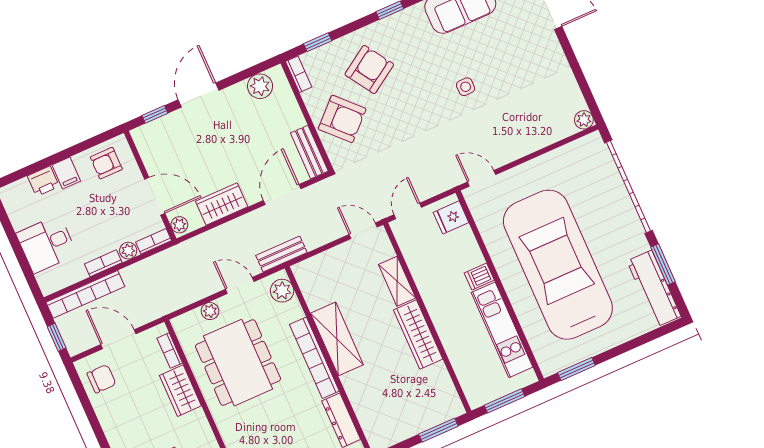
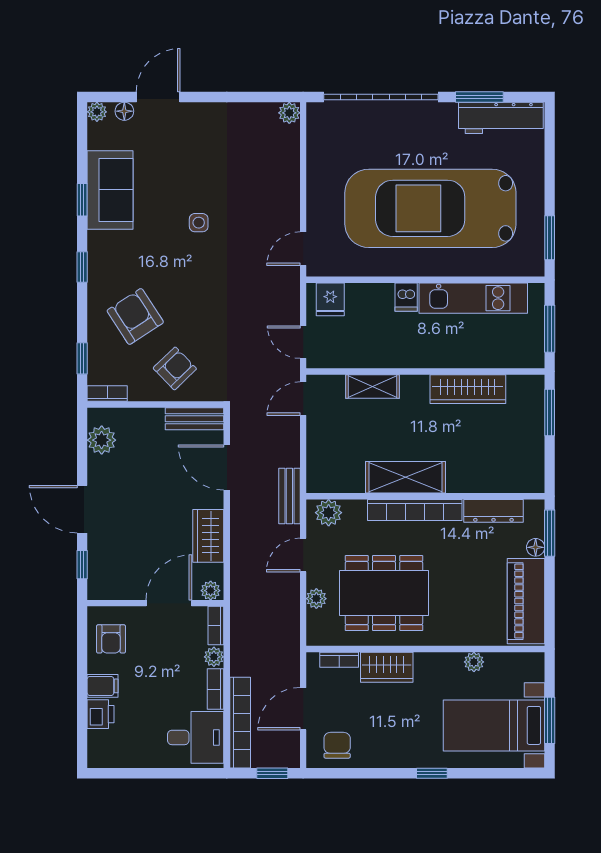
armchair: (342, 119) -> (175, 368), width x0.72, depth x0.72
desk: (47, 244) -> (196, 737), moved, turned -90
wardrobe: (418, 335) -> (468, 389), moved

